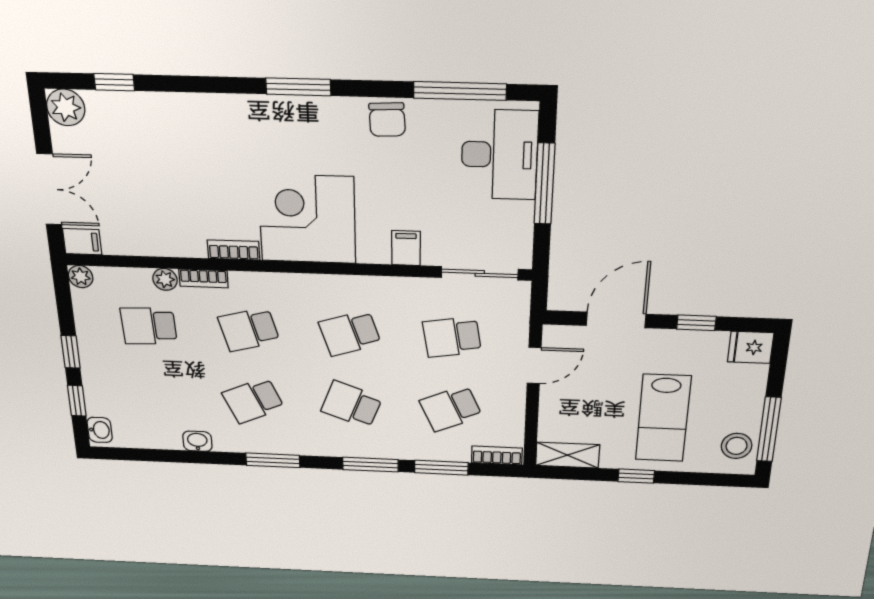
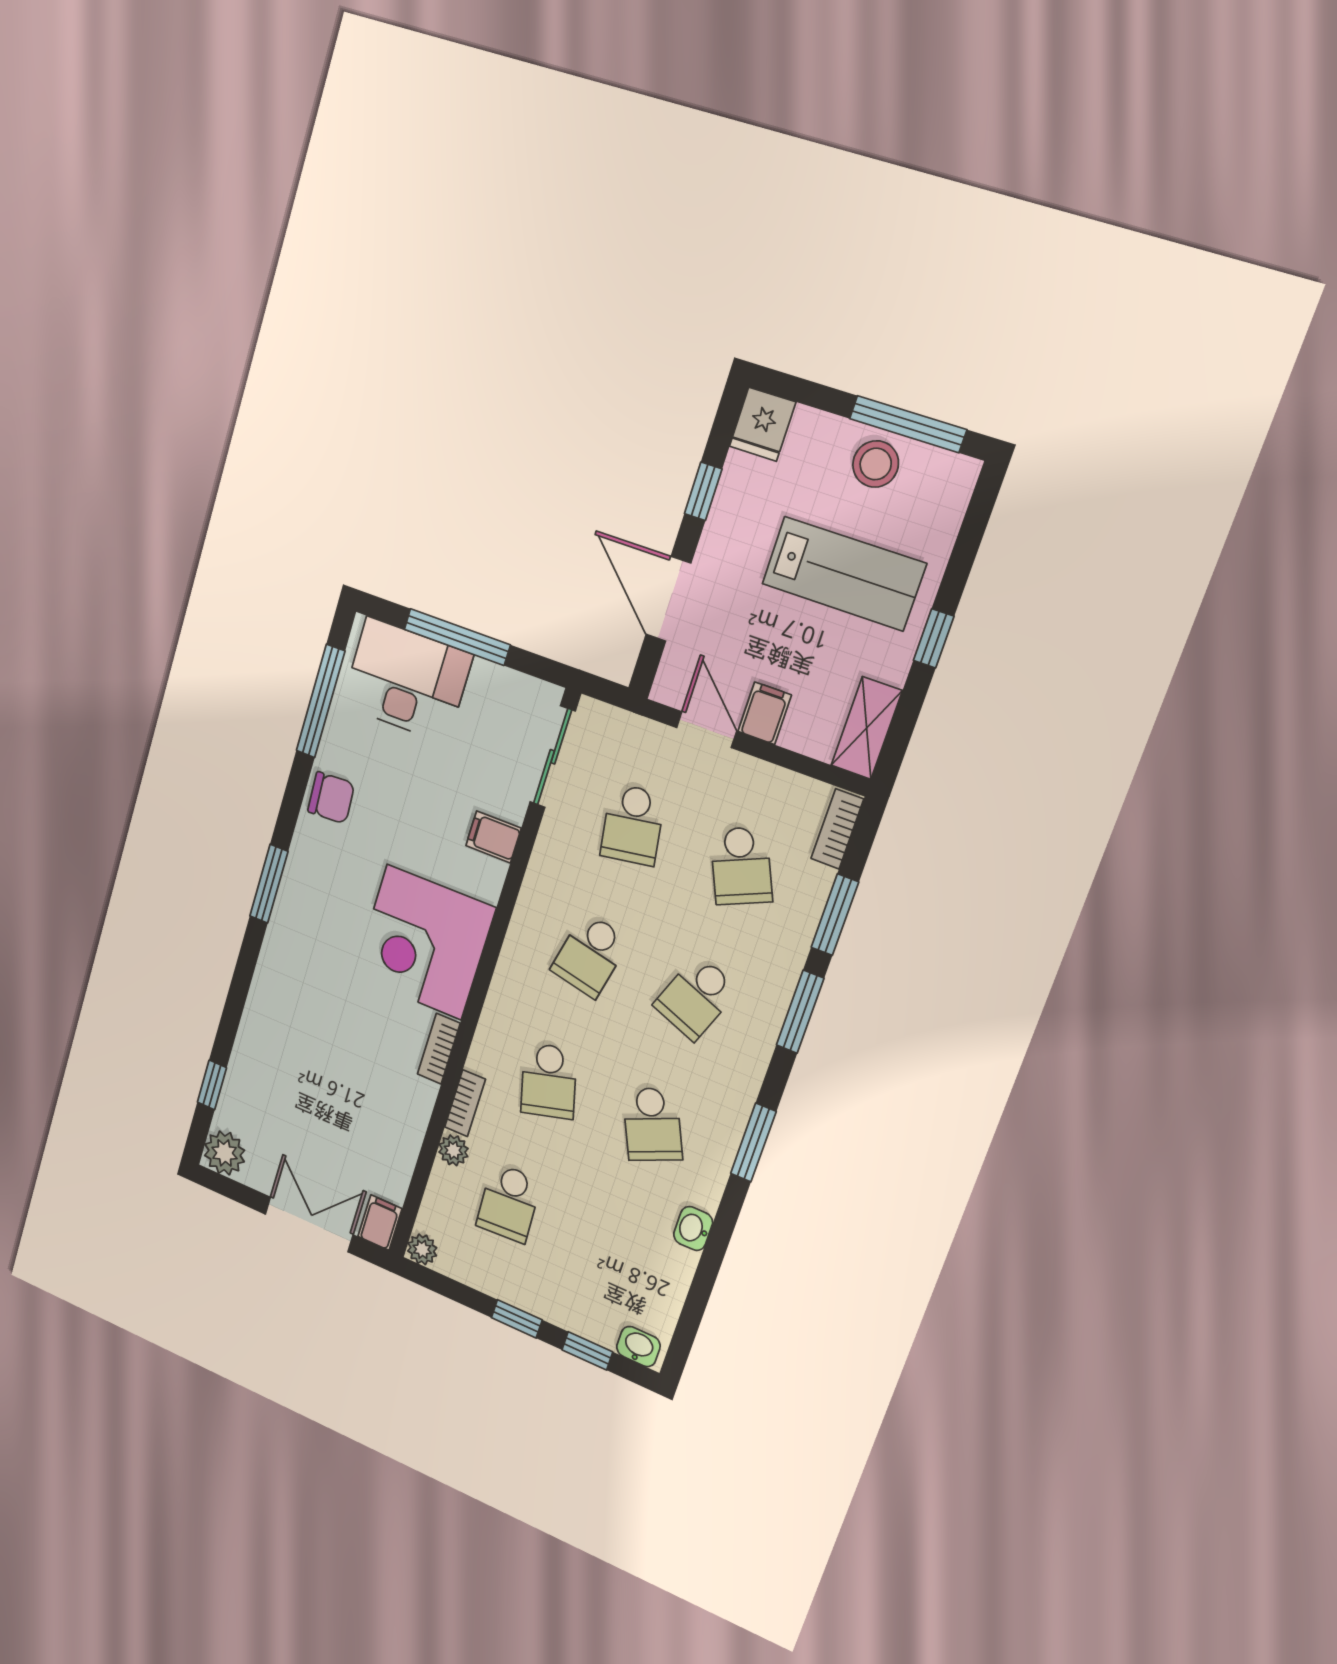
school desk: (350, 333) -> (590, 955), turned 30
filing cabinet: (557, 397) -> (765, 713), added
stool: (737, 446) -> (876, 464), moved

